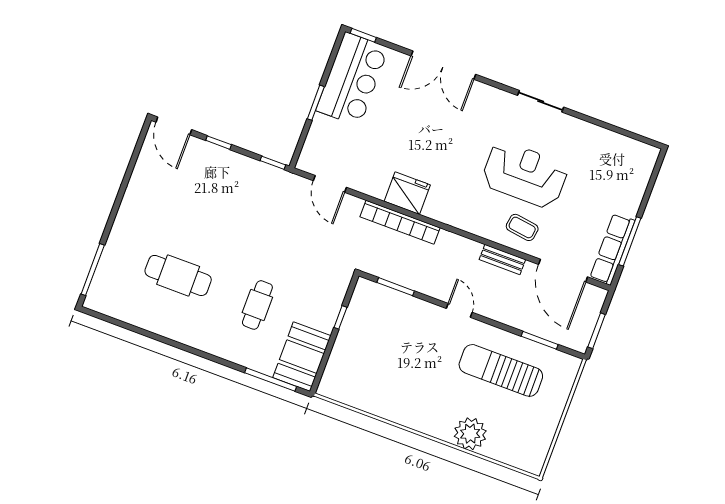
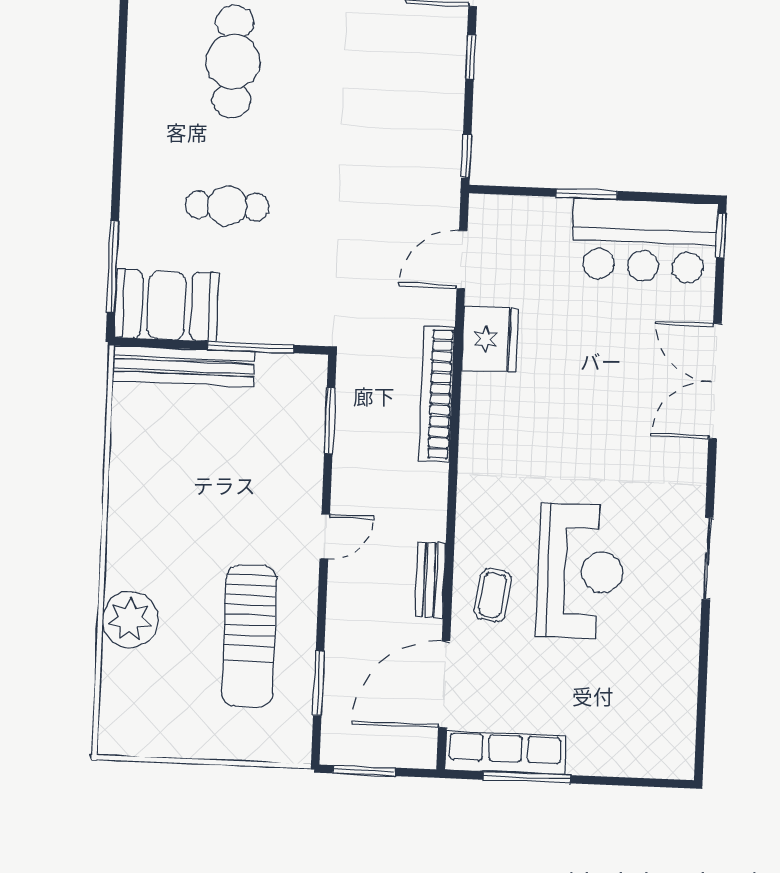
fridge: (407, 193) -> (490, 339), moved
window: (340, 317) -> (251, 347), width x2.17
bench: (339, 358) -> (184, 366), added
sun lounger: (501, 370) -> (249, 636), turned 180

